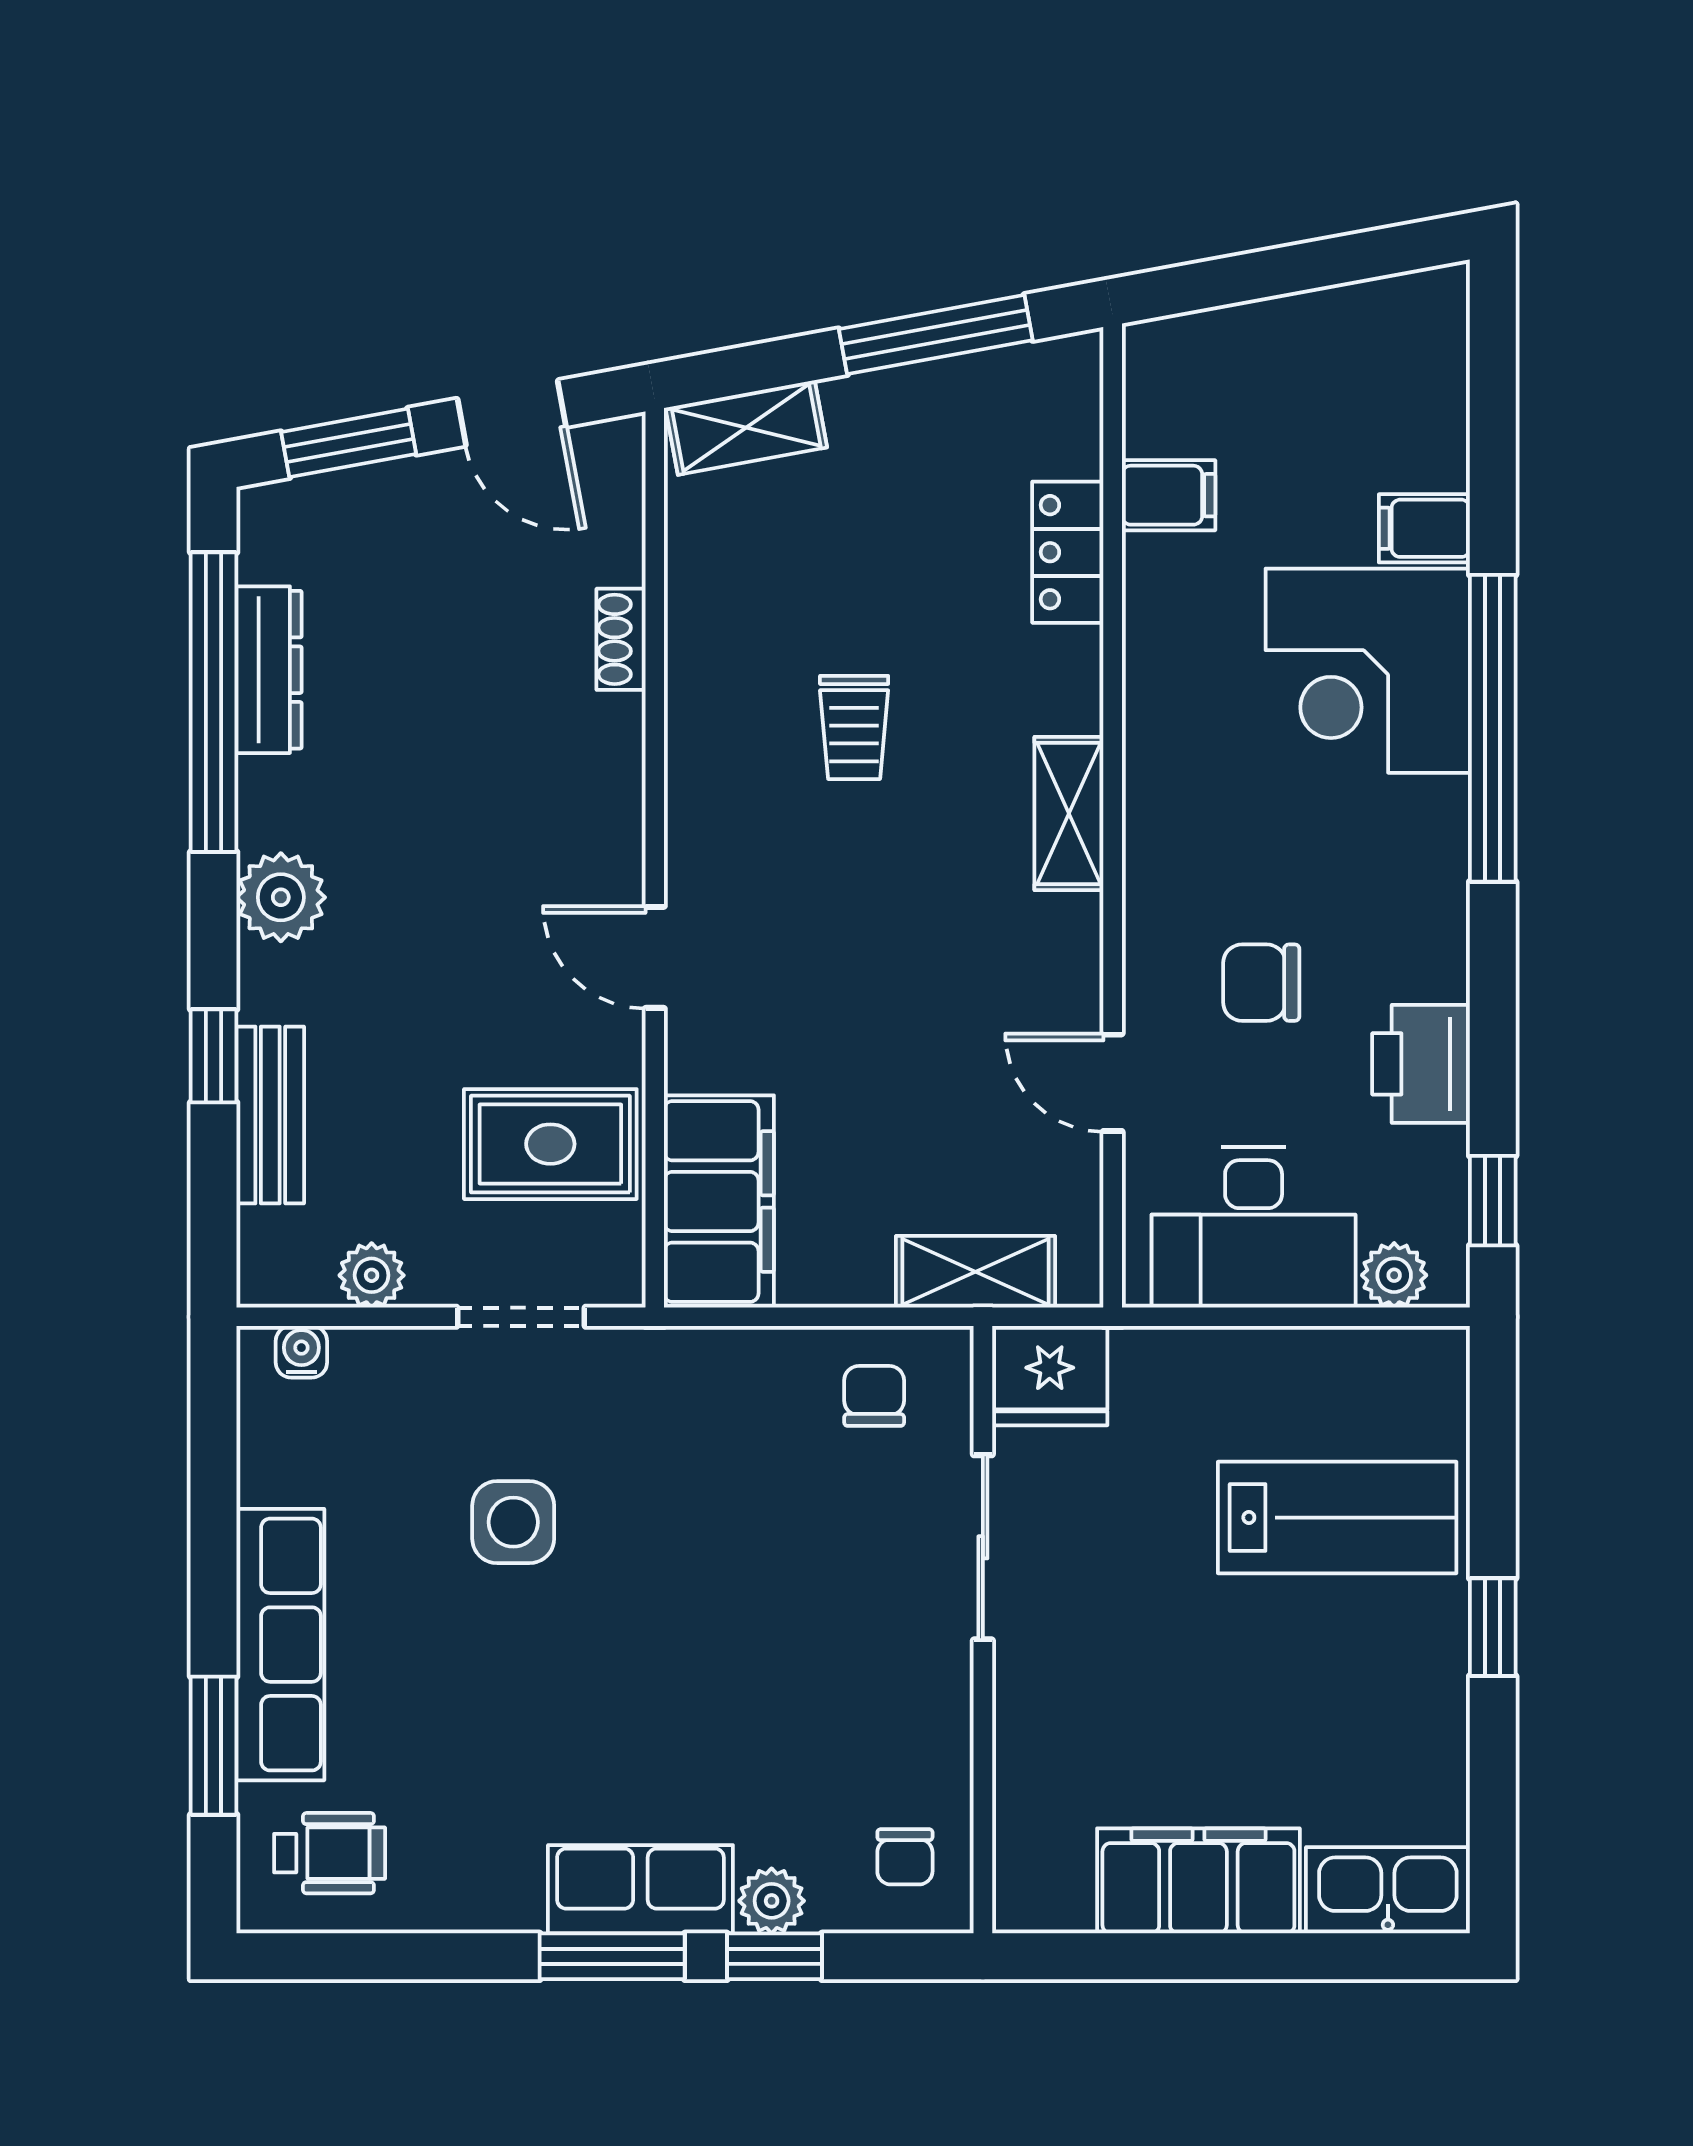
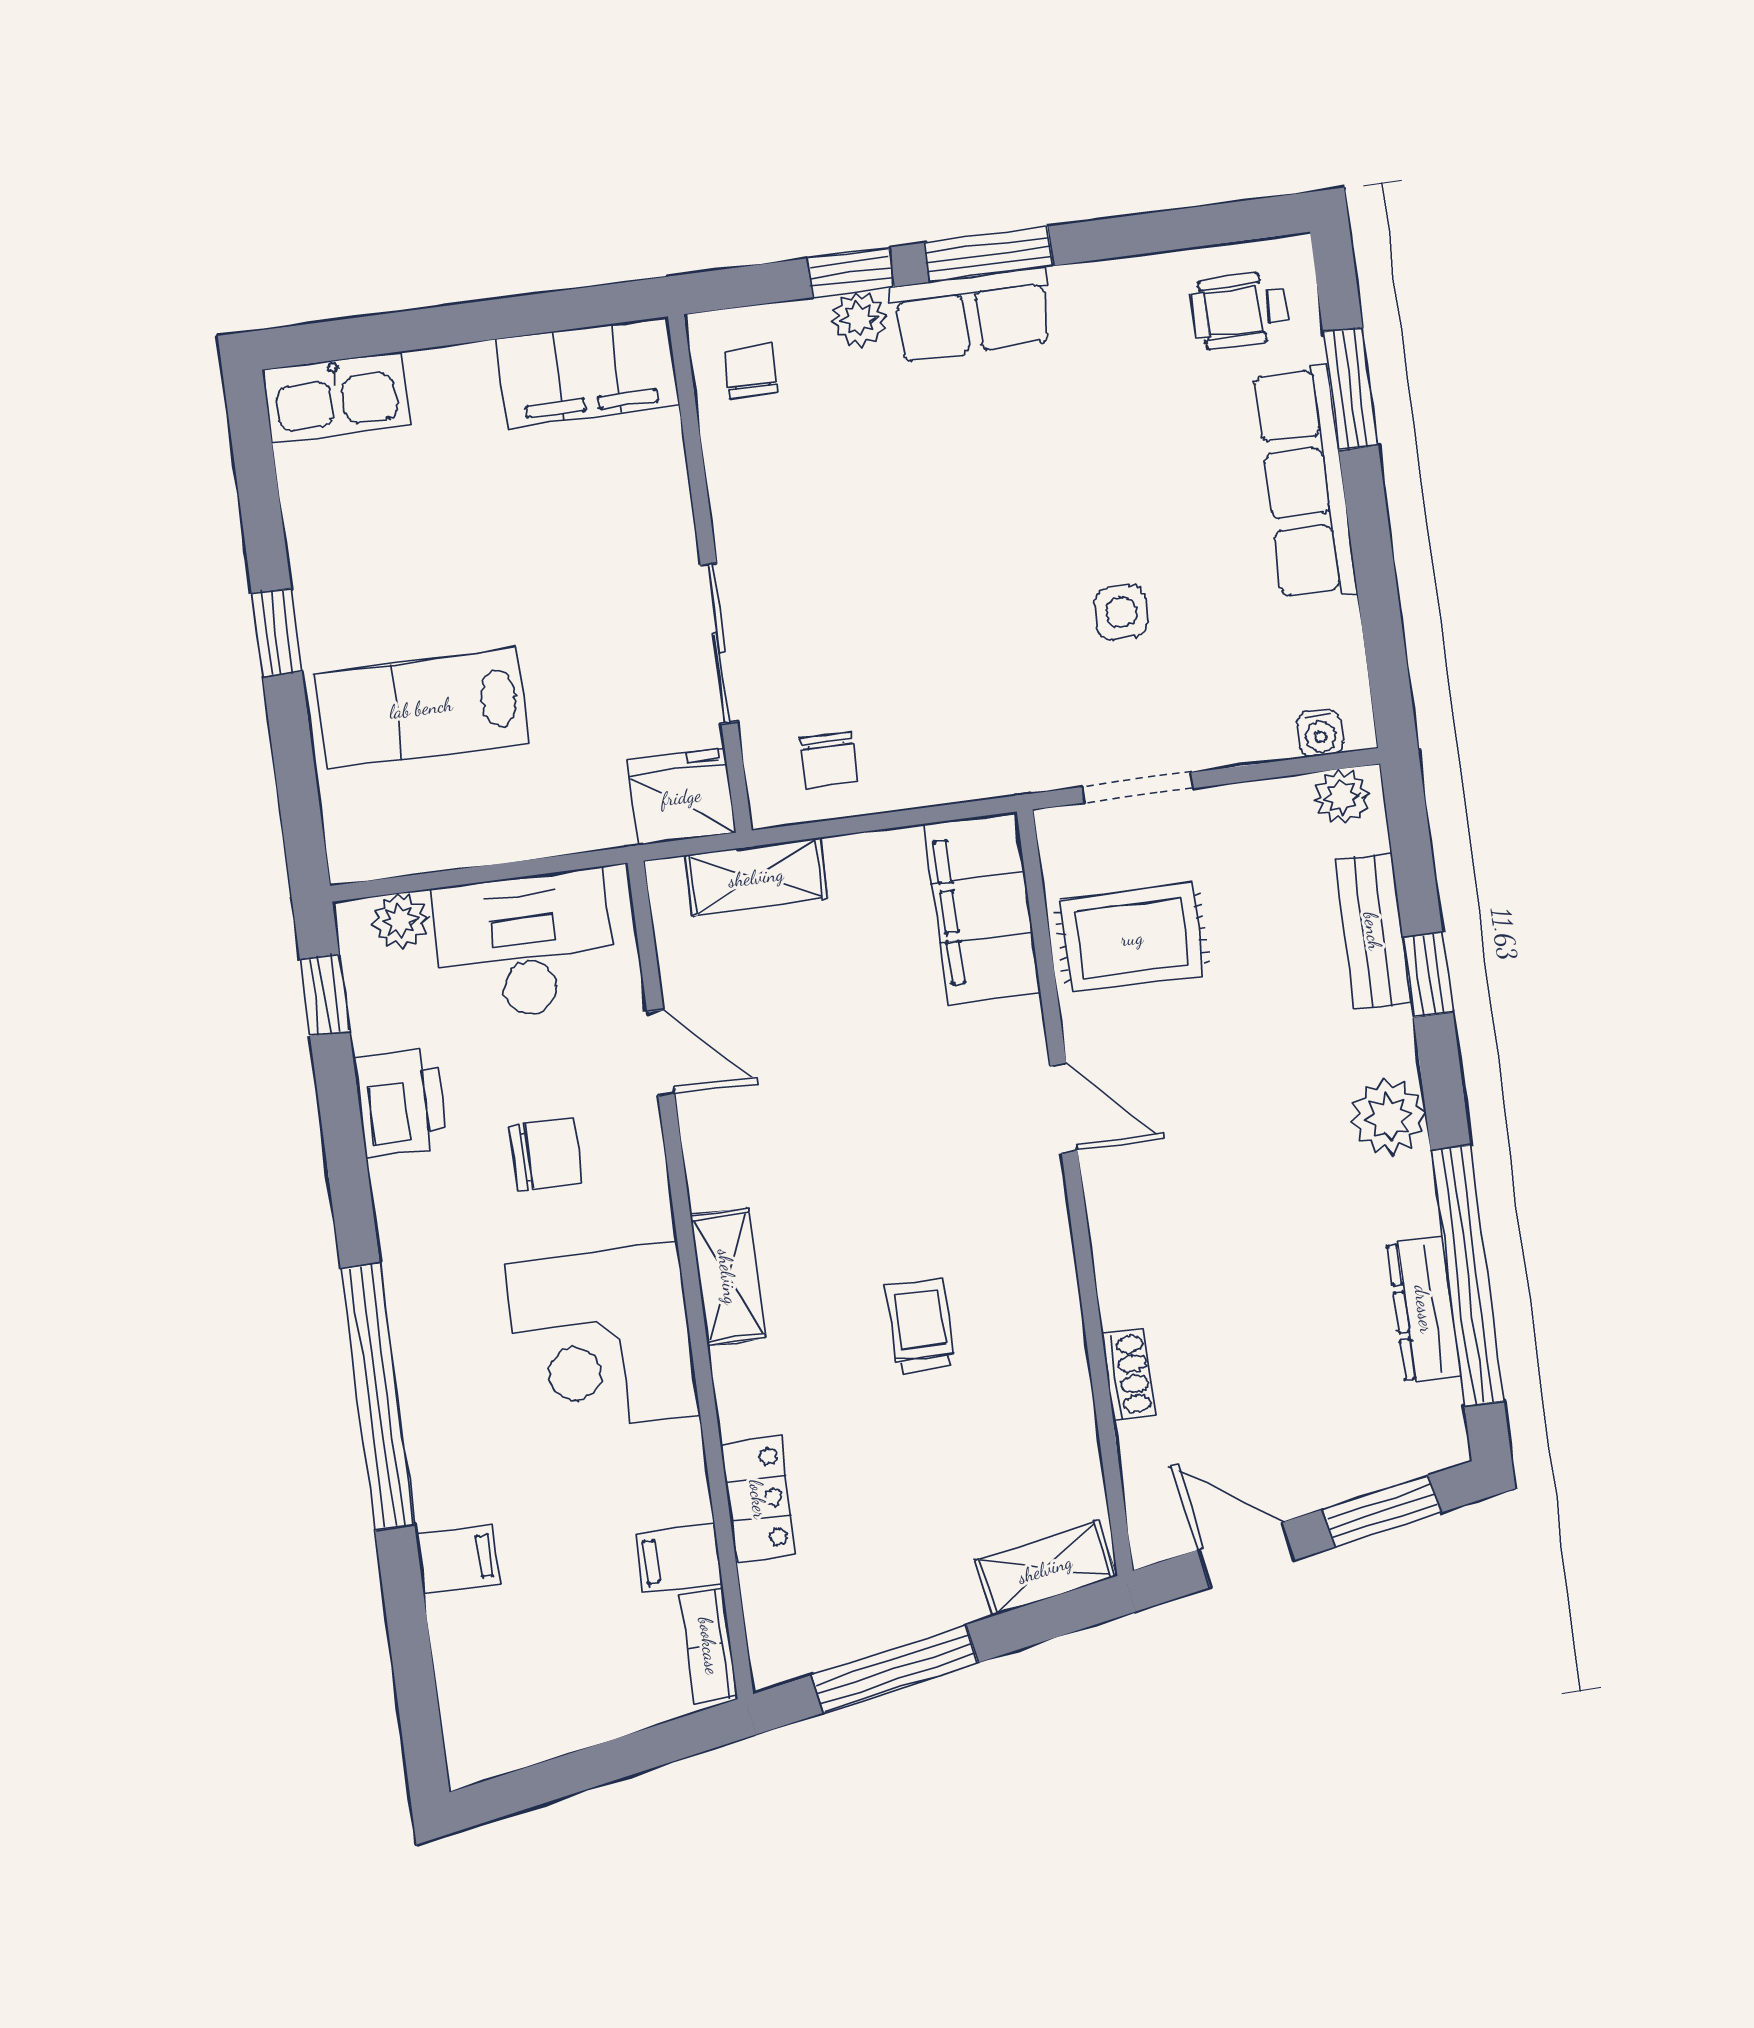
bookcase: (1148, 389) -> (709, 1646), added
corner desk: (1368, 671) -> (602, 1339), moved, turned 180
plant: (372, 1275) -> (1342, 797), moved
side table: (513, 1522) -> (1121, 612), width x0.73, depth x0.73
filing cabinet: (1198, 1881) -> (588, 372), moved

